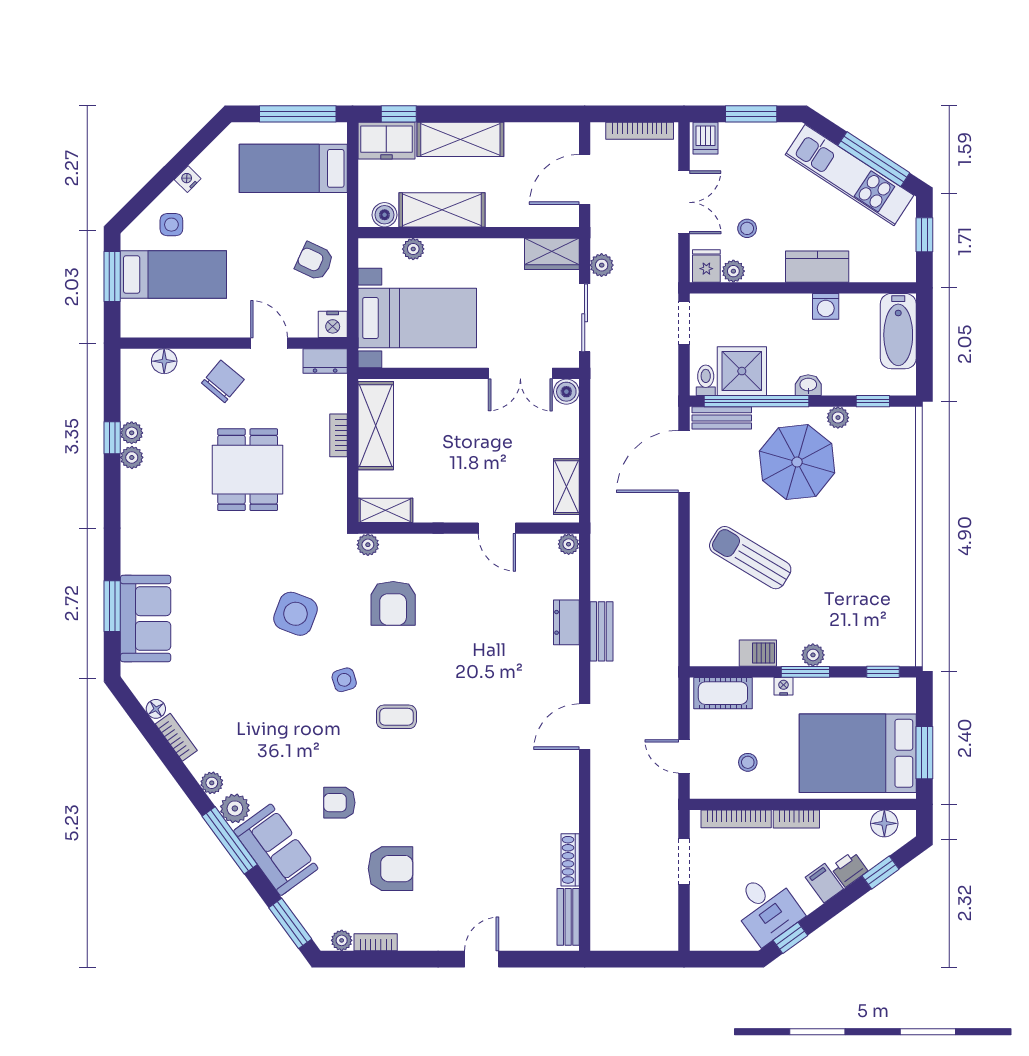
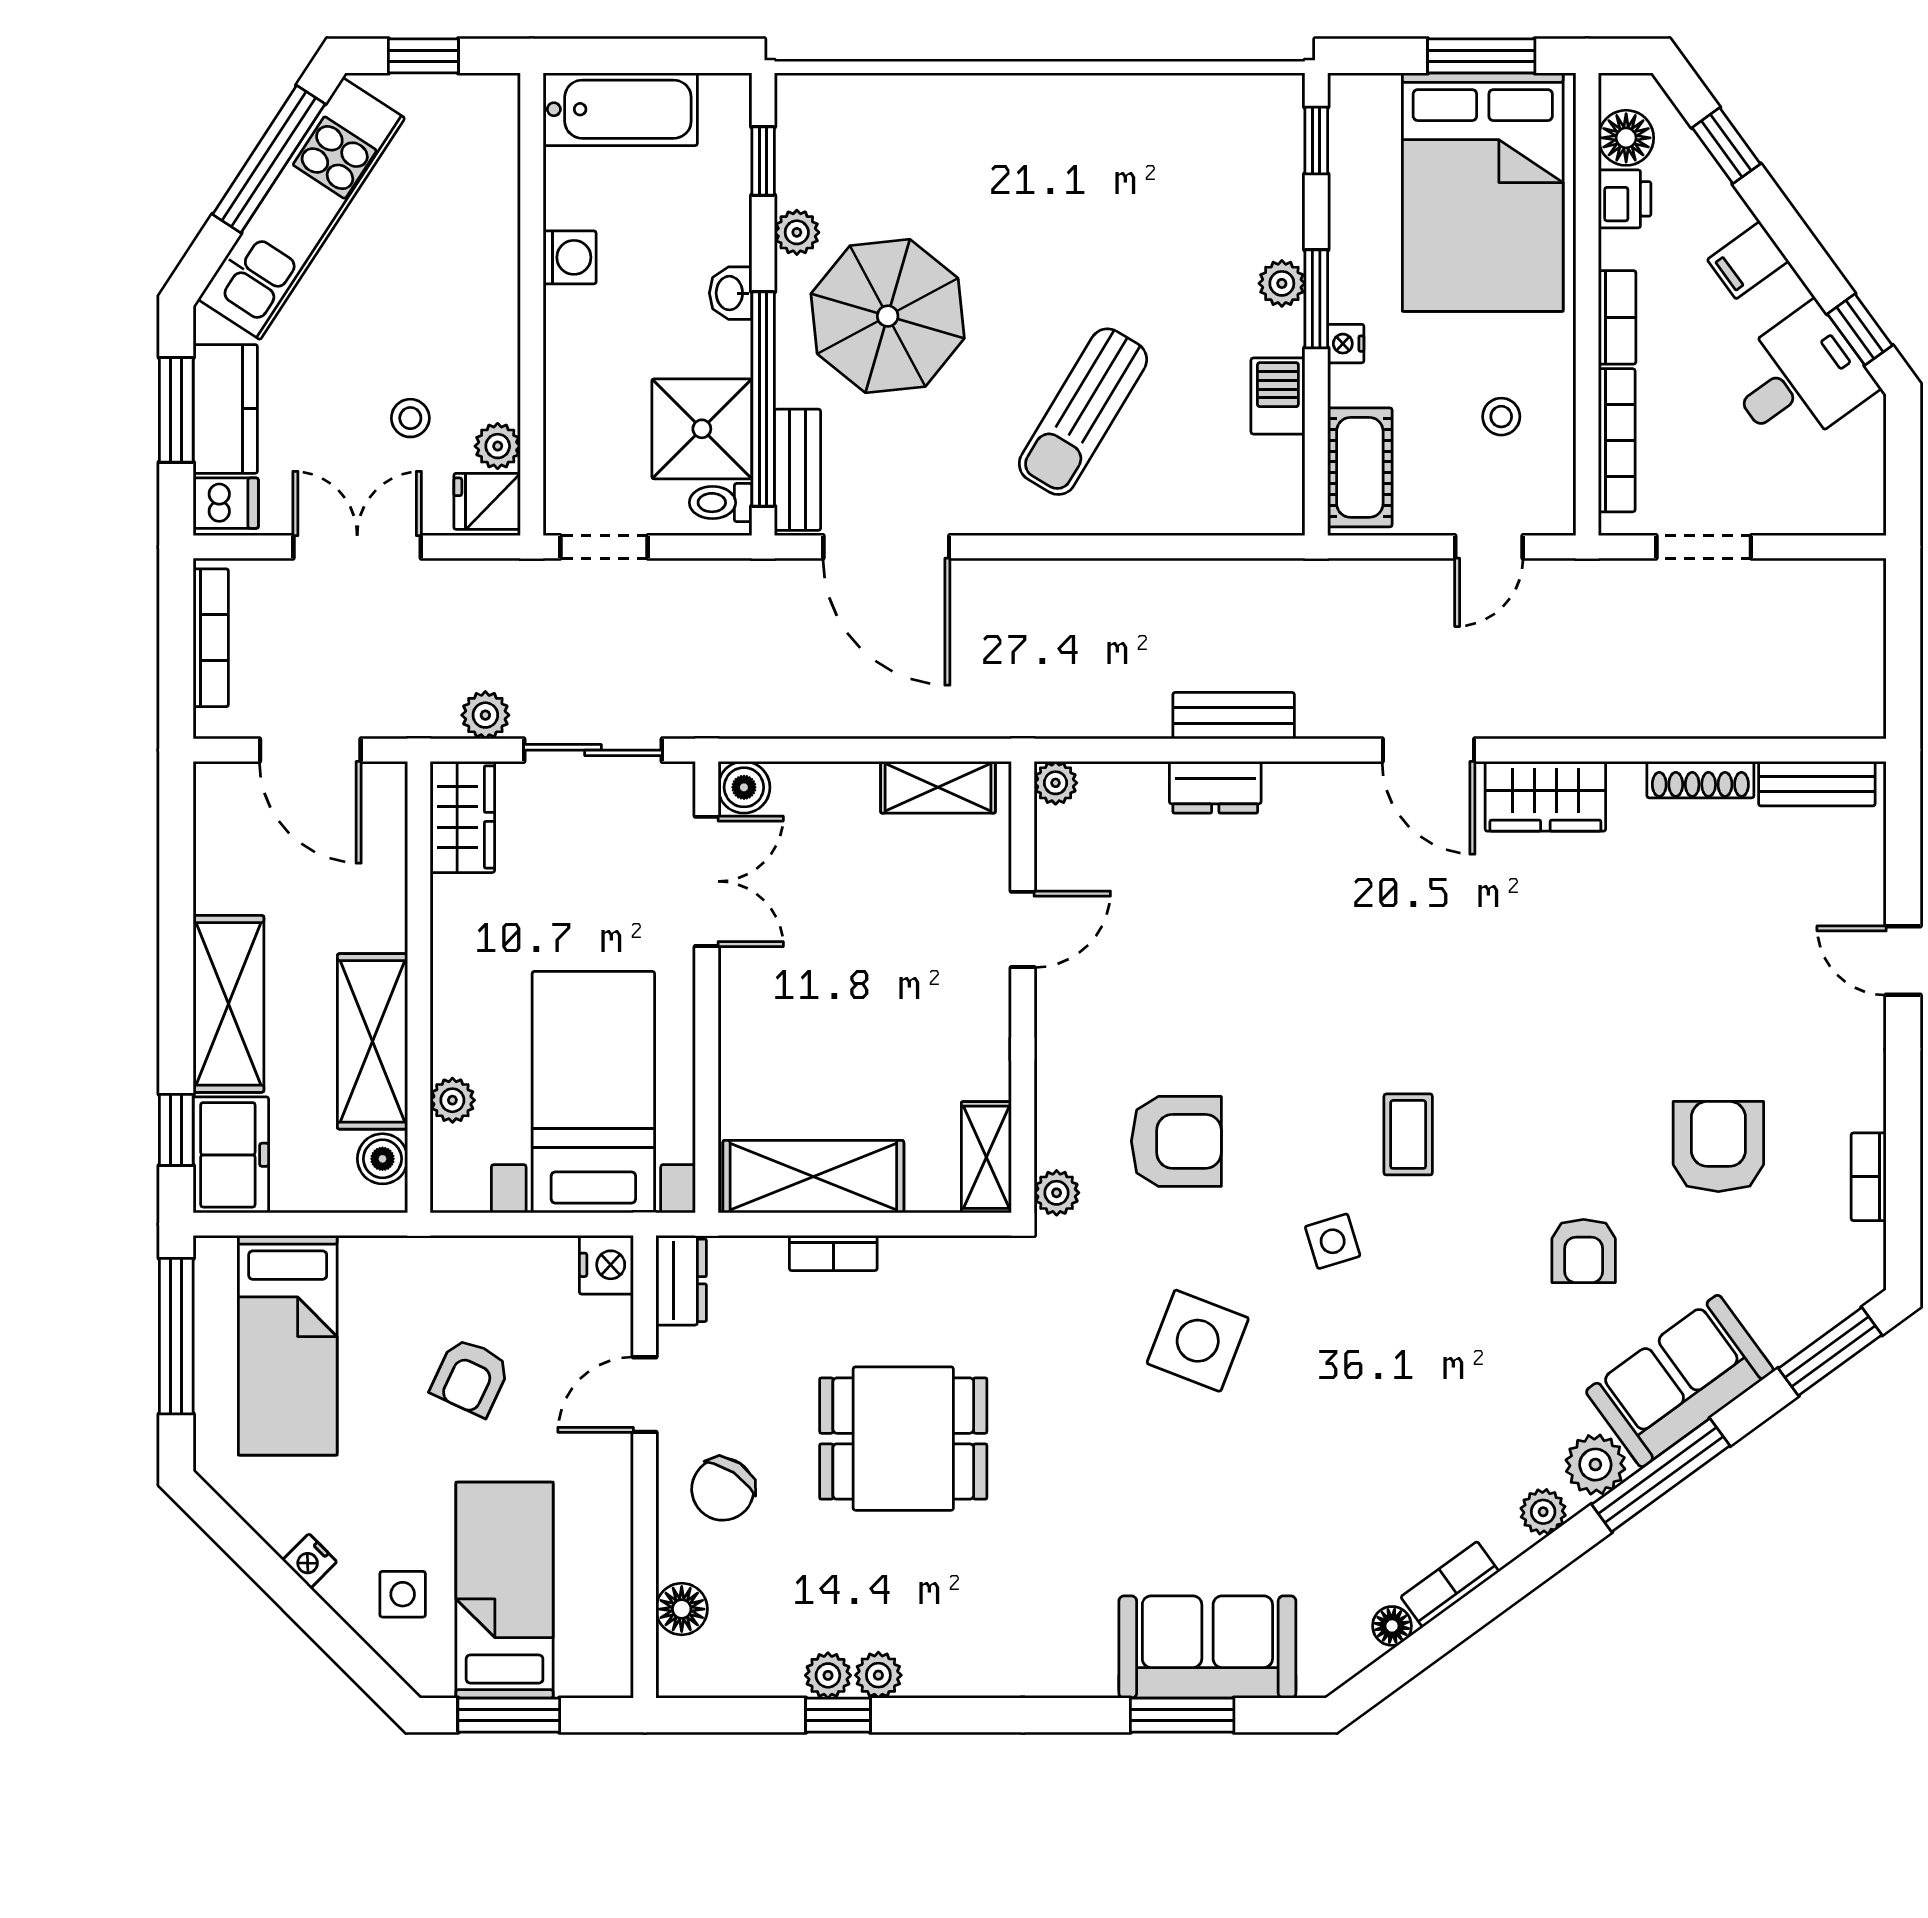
armchair: (314, 261) -> (470, 1377), moved
kitchen counter: (817, 267) -> (225, 409), moved, turned 180
chair: (223, 381) -> (723, 1489), turned -96
wardrobe: (562, 784) -> (1545, 796), added
printer: (849, 869) -> (1625, 199), moved, turned -144
plant: (342, 940) -> (1865, 1246), removed

